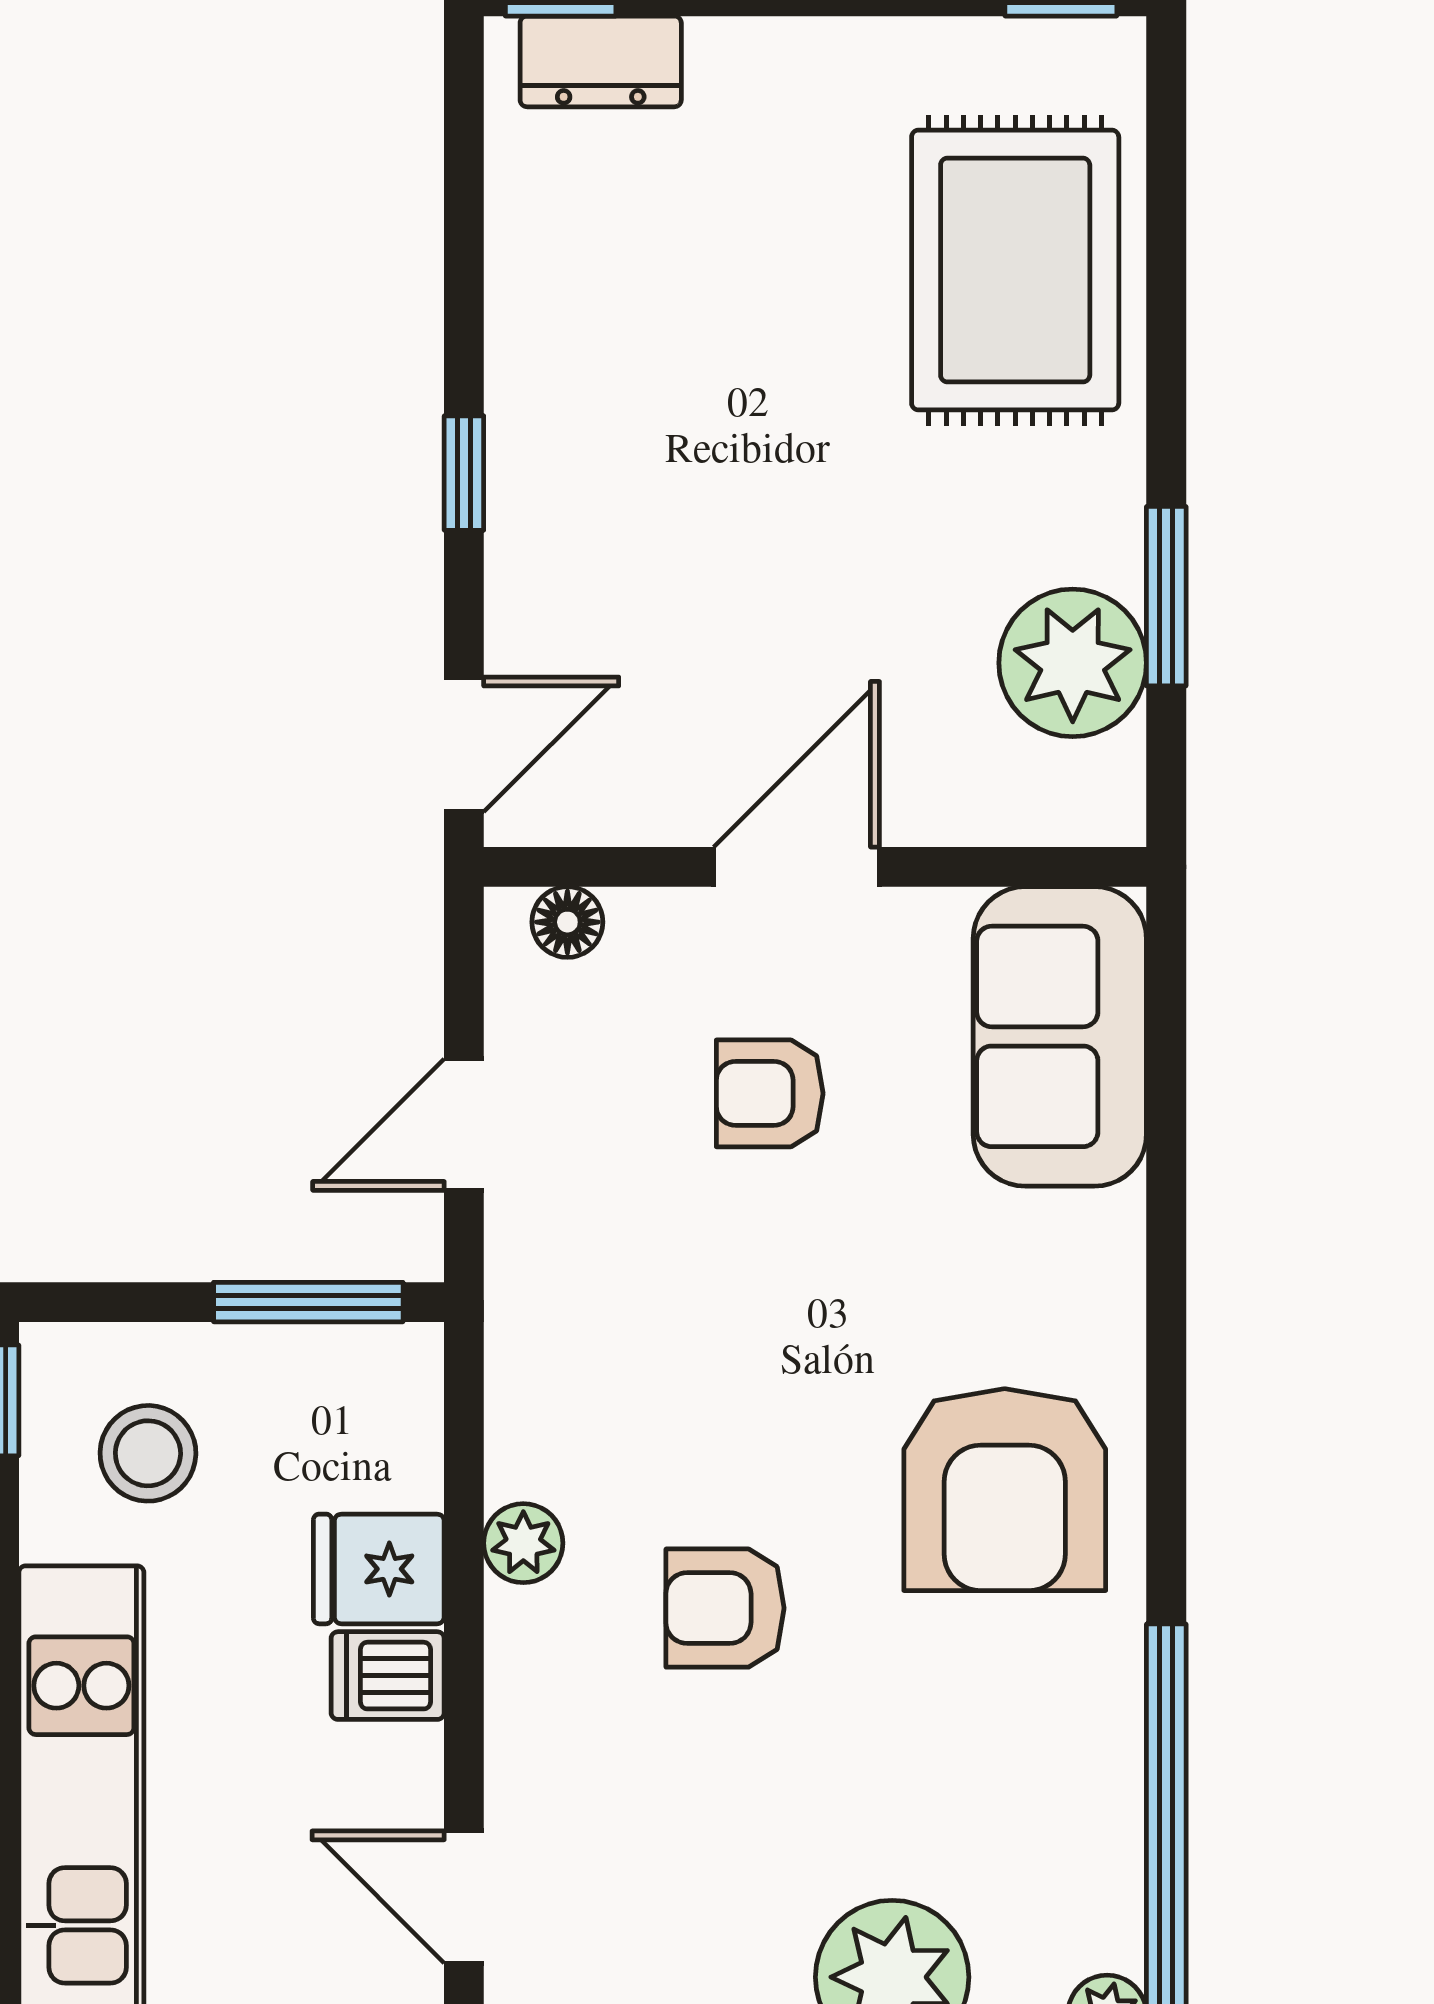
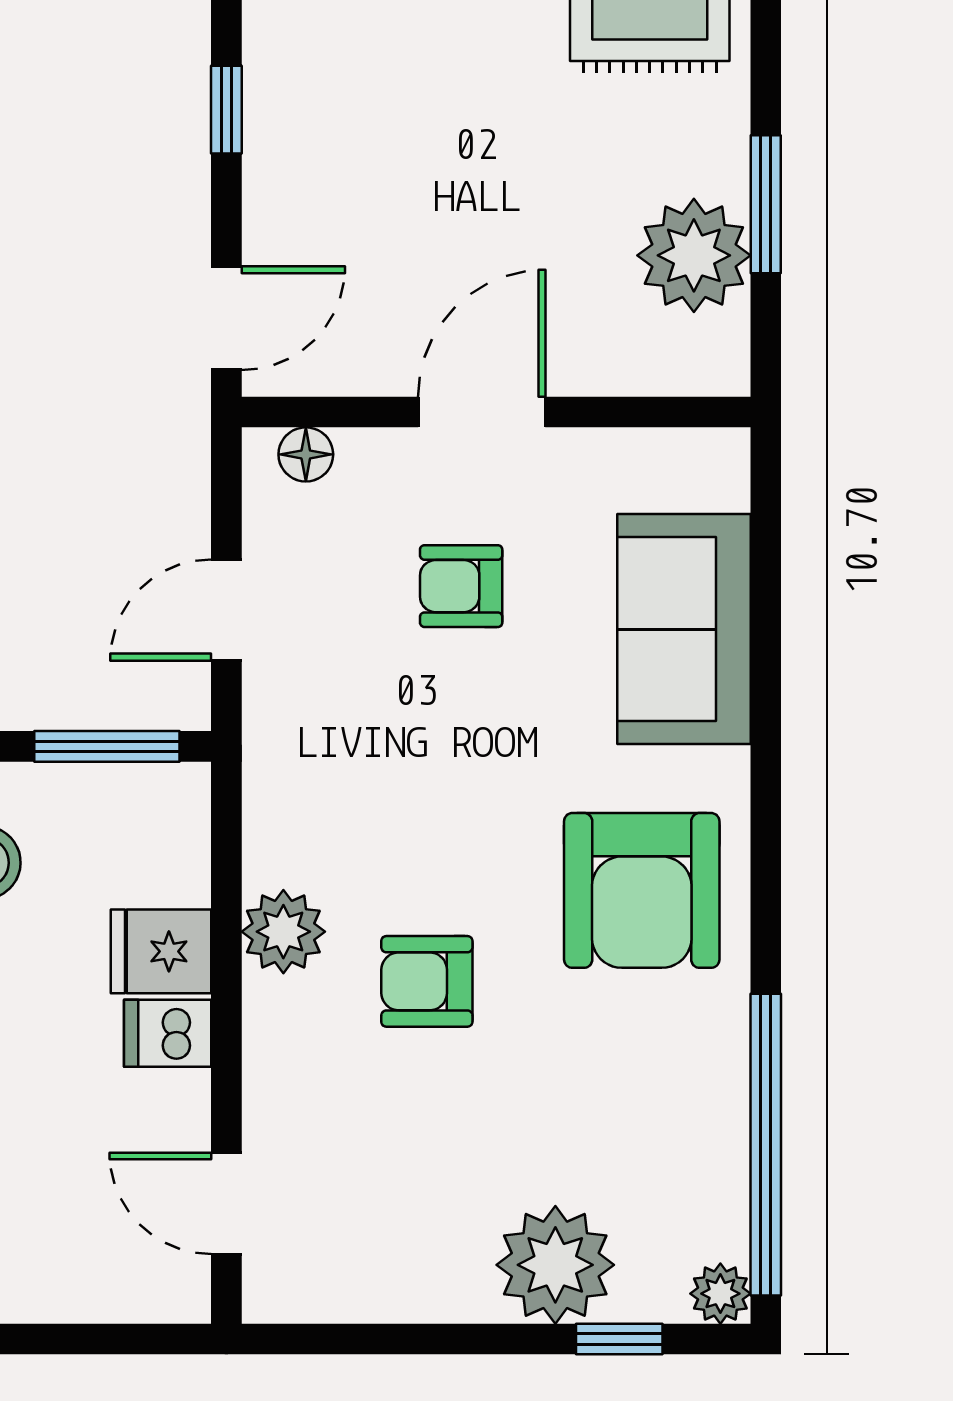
sofa: (1060, 1036) -> (684, 629), moved
plant: (523, 1543) -> (283, 932), width x1.38, depth x1.38

